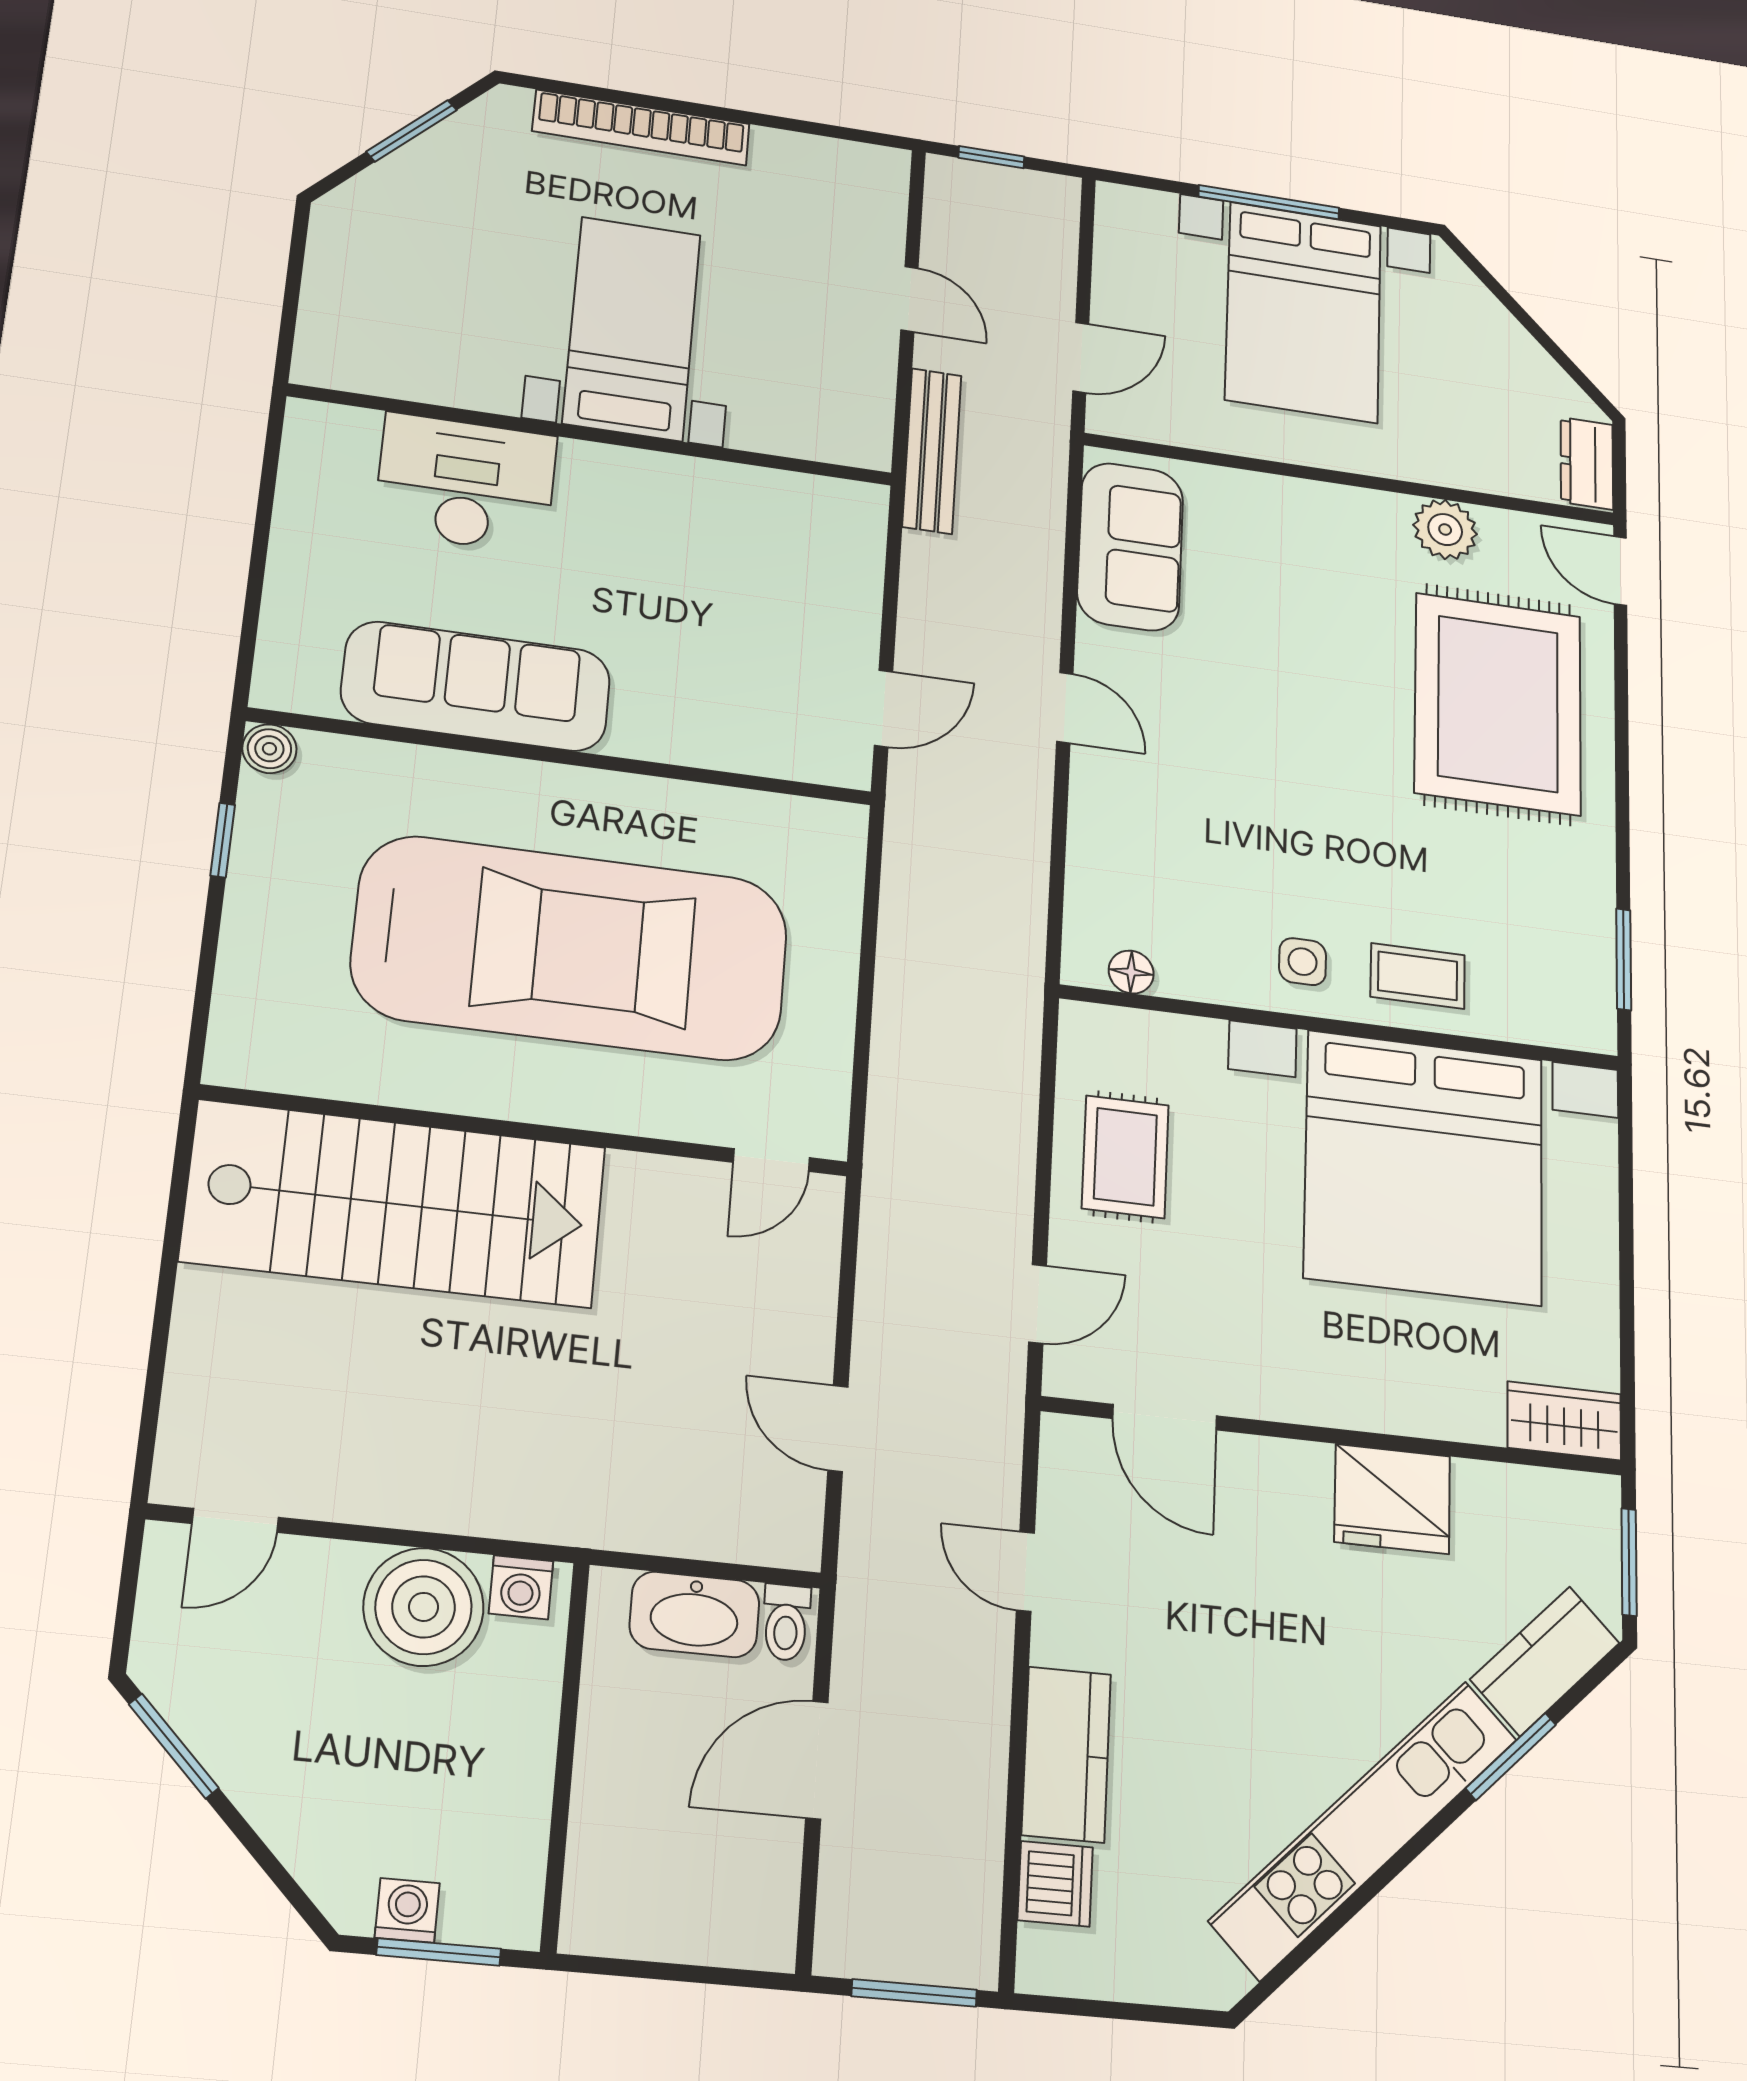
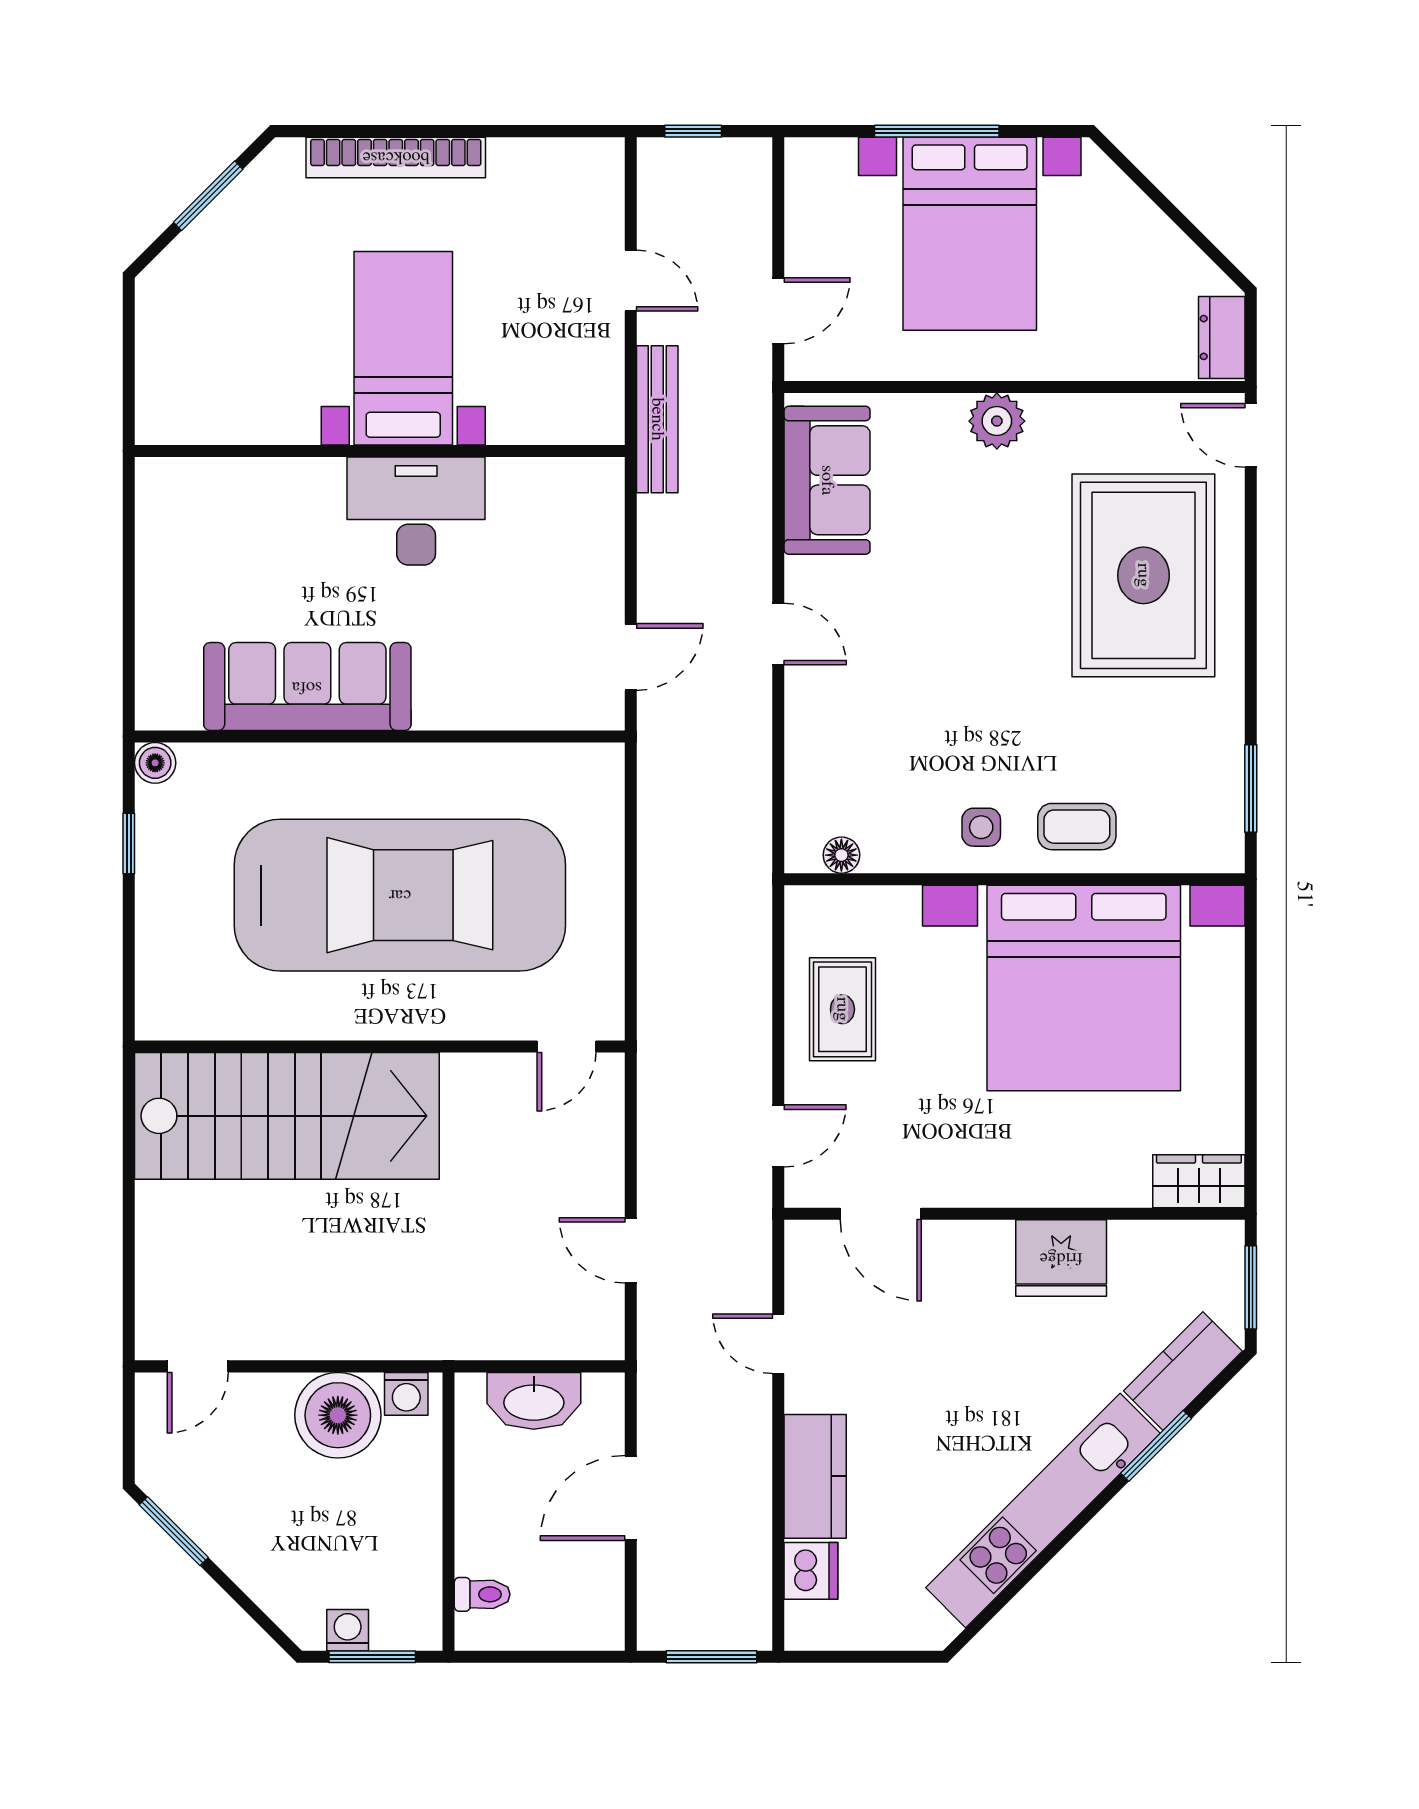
desk: (466, 483) -> (416, 511), moved
plant: (1445, 530) -> (997, 421), moved
toilet: (786, 1622) -> (482, 1594), moved, turned -90

